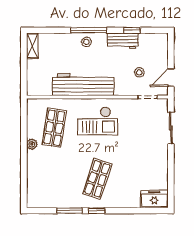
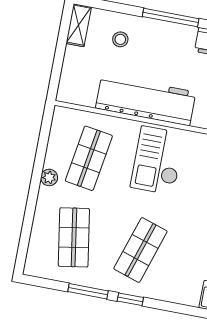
stool: (86, 42) -> (120, 39), moved
checkout: (97, 121) -> (158, 160), turned 90
shop shelf: (54, 179) -> (74, 237), added

